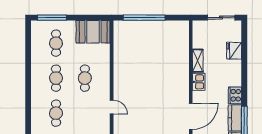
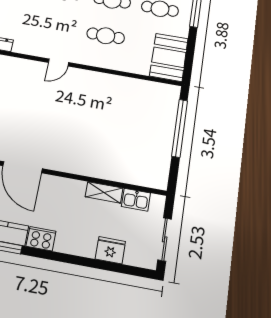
kitchen sink: (199, 82) -> (136, 200), moved

